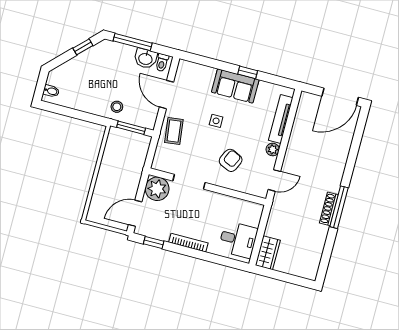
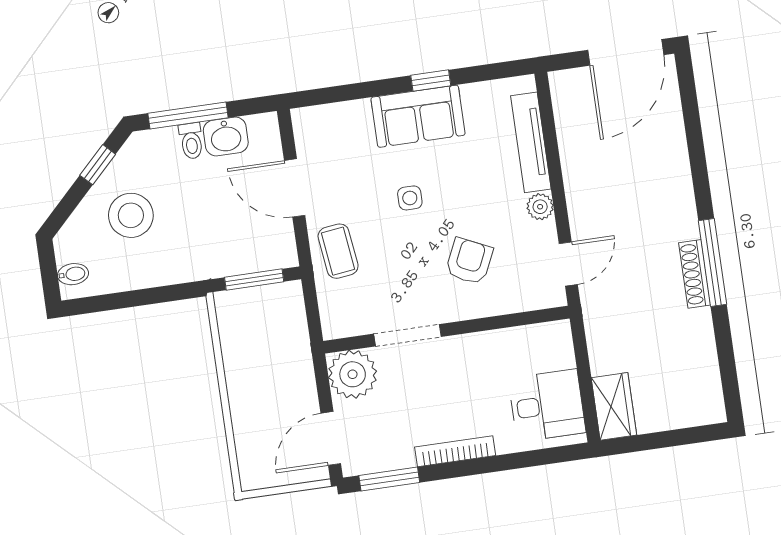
toilet: (162, 63) -> (191, 141), moved
stool: (117, 107) -> (131, 215), moved, width x1.89, depth x1.89
window: (154, 243) -> (389, 479), width x1.50

